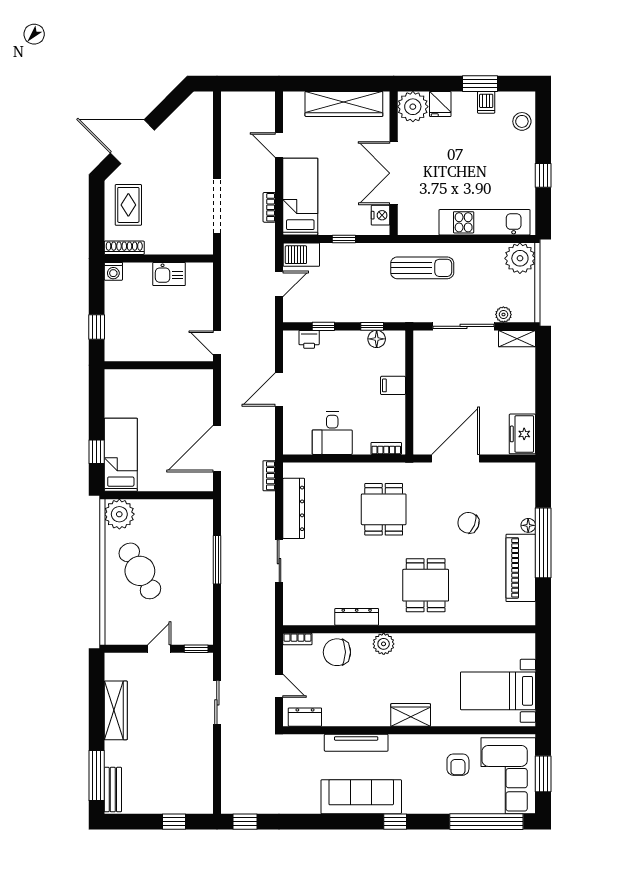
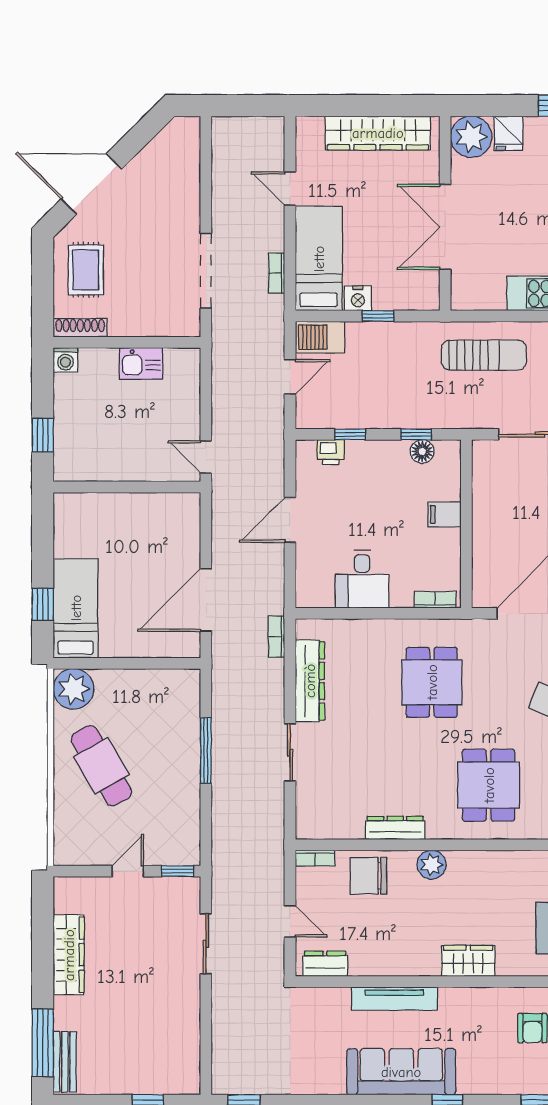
nightstand: (381, 215) -> (358, 298), moved, turned 90

